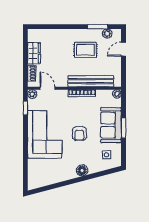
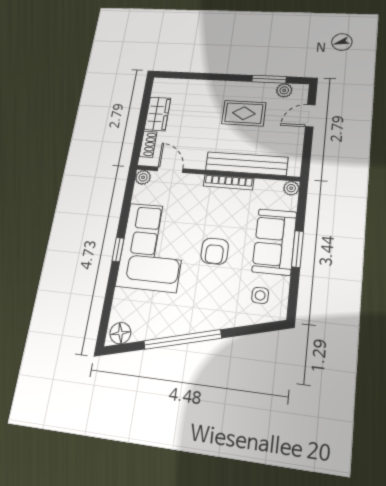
window: (25, 108) -> (118, 250), moved
floor lamp: (82, 171) -> (120, 333), moved
window: (69, 182) -> (182, 339), added

